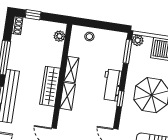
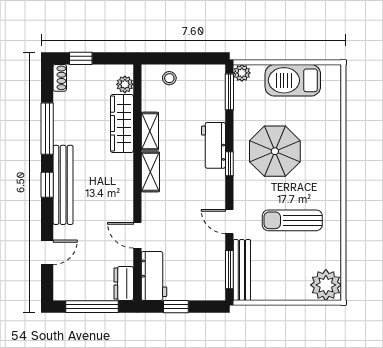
wardrobe: (50, 86) -> (122, 124), moved

